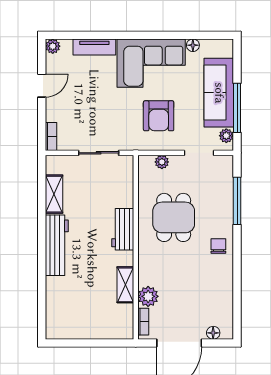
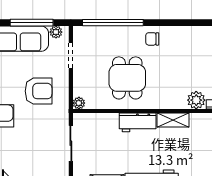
plant: (162, 162) -> (79, 103), moved
window: (237, 201) -> (113, 23), width x1.46
dining table: (174, 217) -> (127, 78), turned 90
shelving: (125, 285) -> (173, 120), moved

